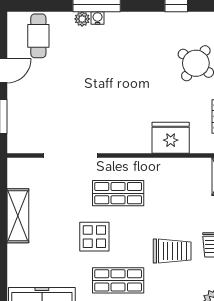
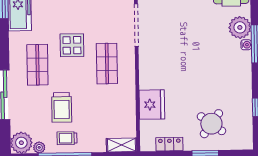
plant: (82, 19) -> (240, 27), width x1.87, depth x1.87

